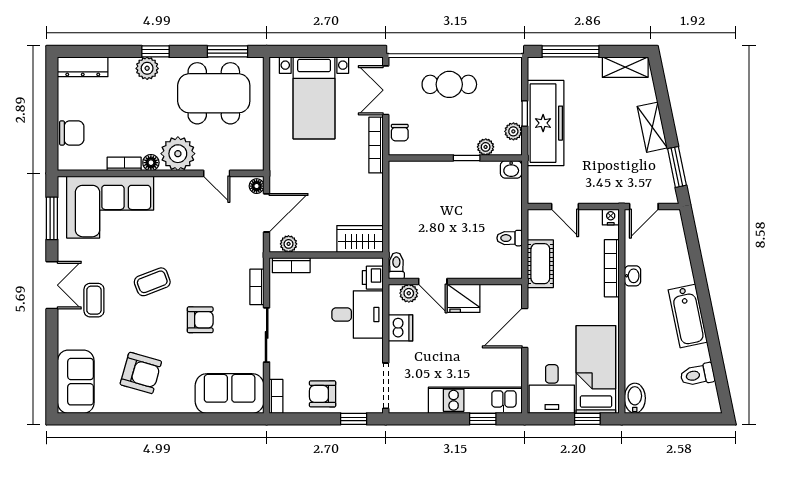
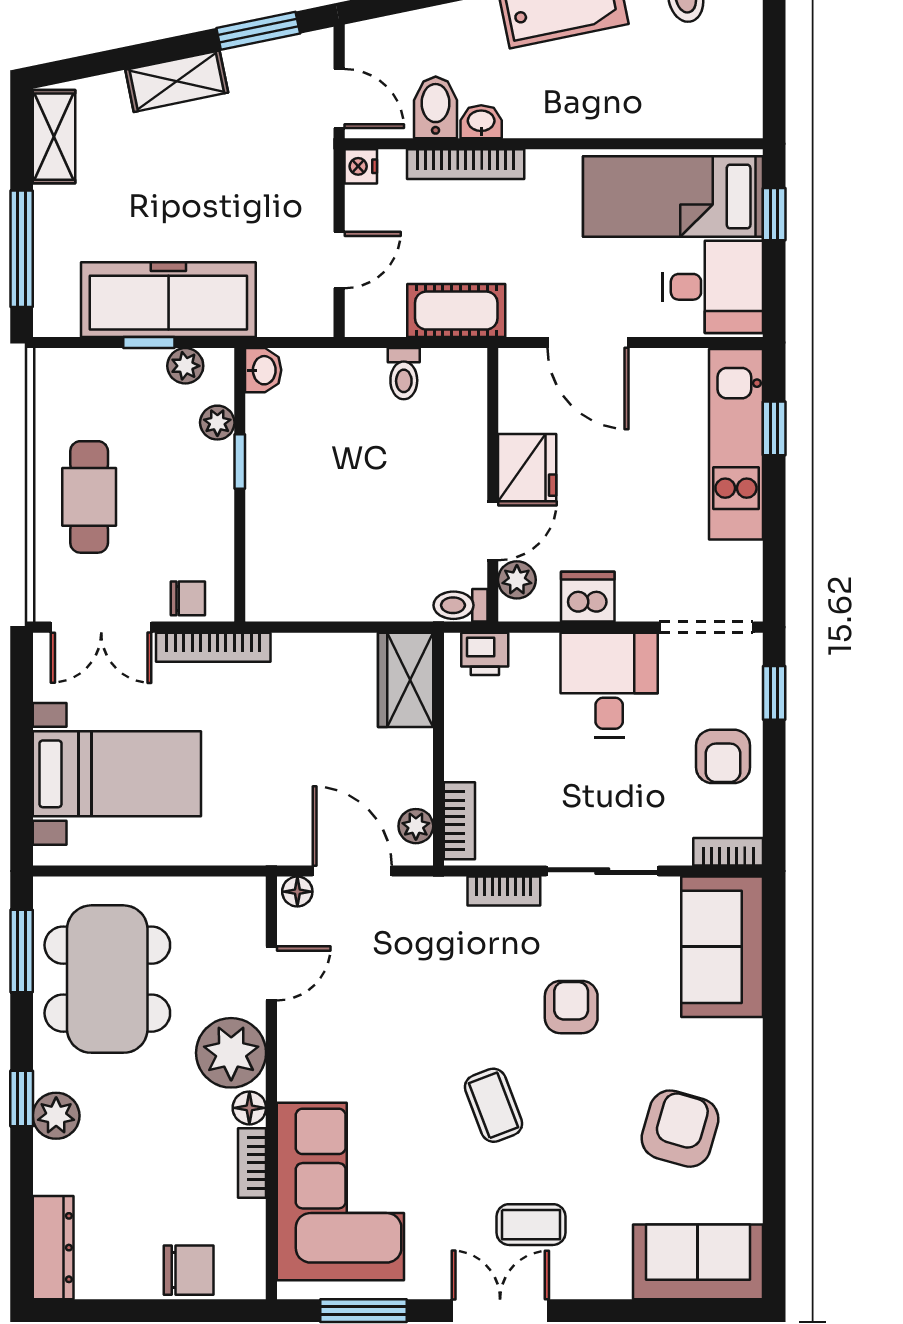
chair: (72, 133) -> (189, 1270), turned 90
desk: (357, 314) -> (609, 685), moved
bidet: (635, 398) -> (436, 107), moved, turned 90

